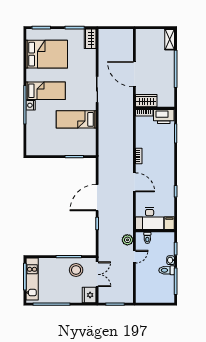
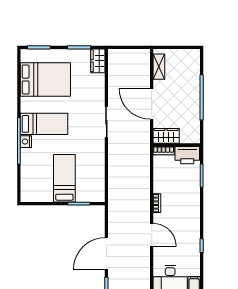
shelving: (170, 39) -> (159, 67), moved
bed: (76, 119) -> (64, 178), moved, turned 90

